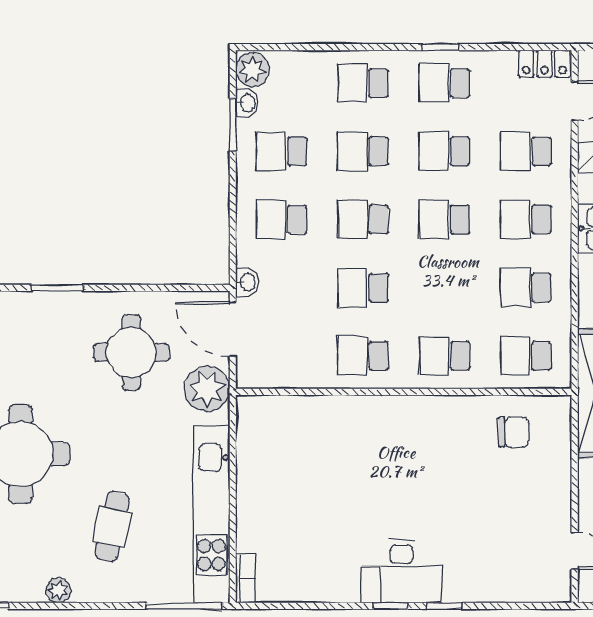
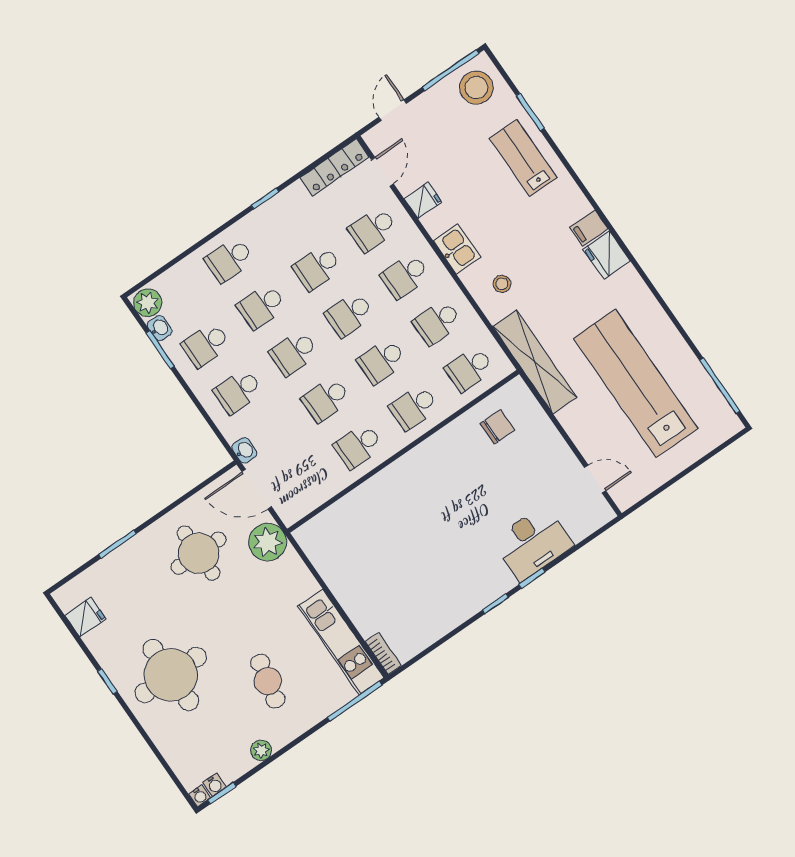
locker: (544, 64) -> (334, 167), width x1.53
school desk: (444, 83) -> (382, 361), moved
kitchen unit: (211, 514) -> (341, 642), width x0.73
desk: (401, 571) -> (533, 543), moved

